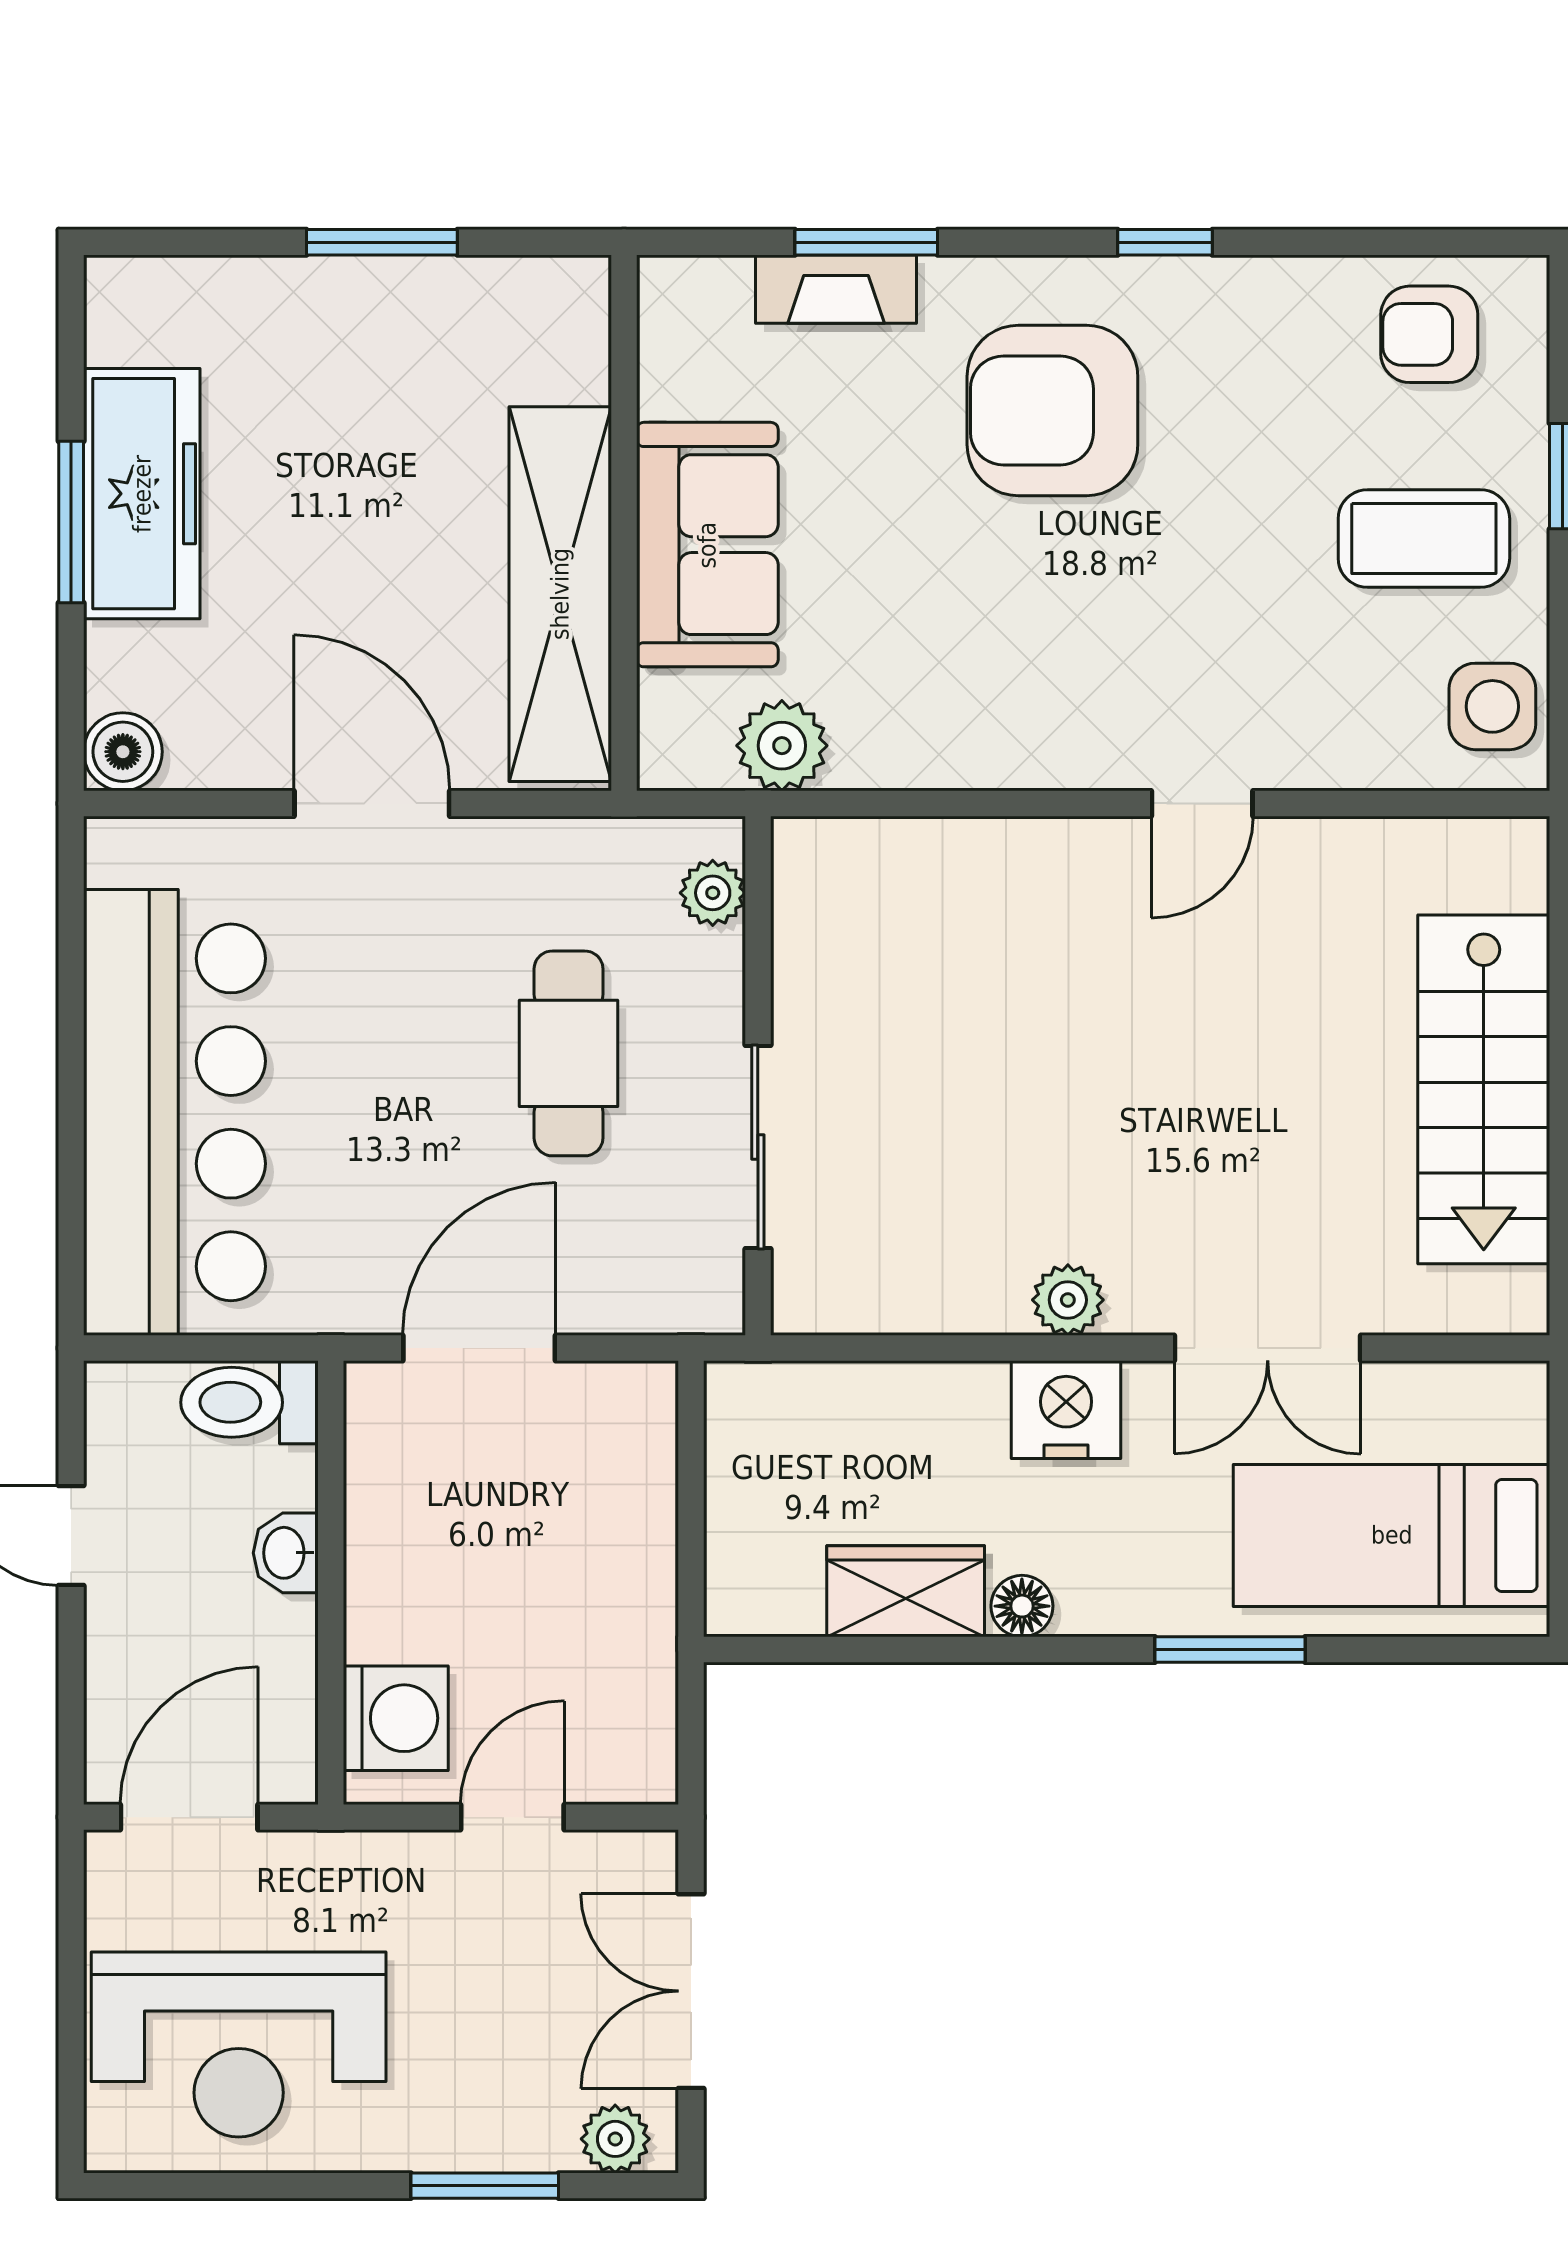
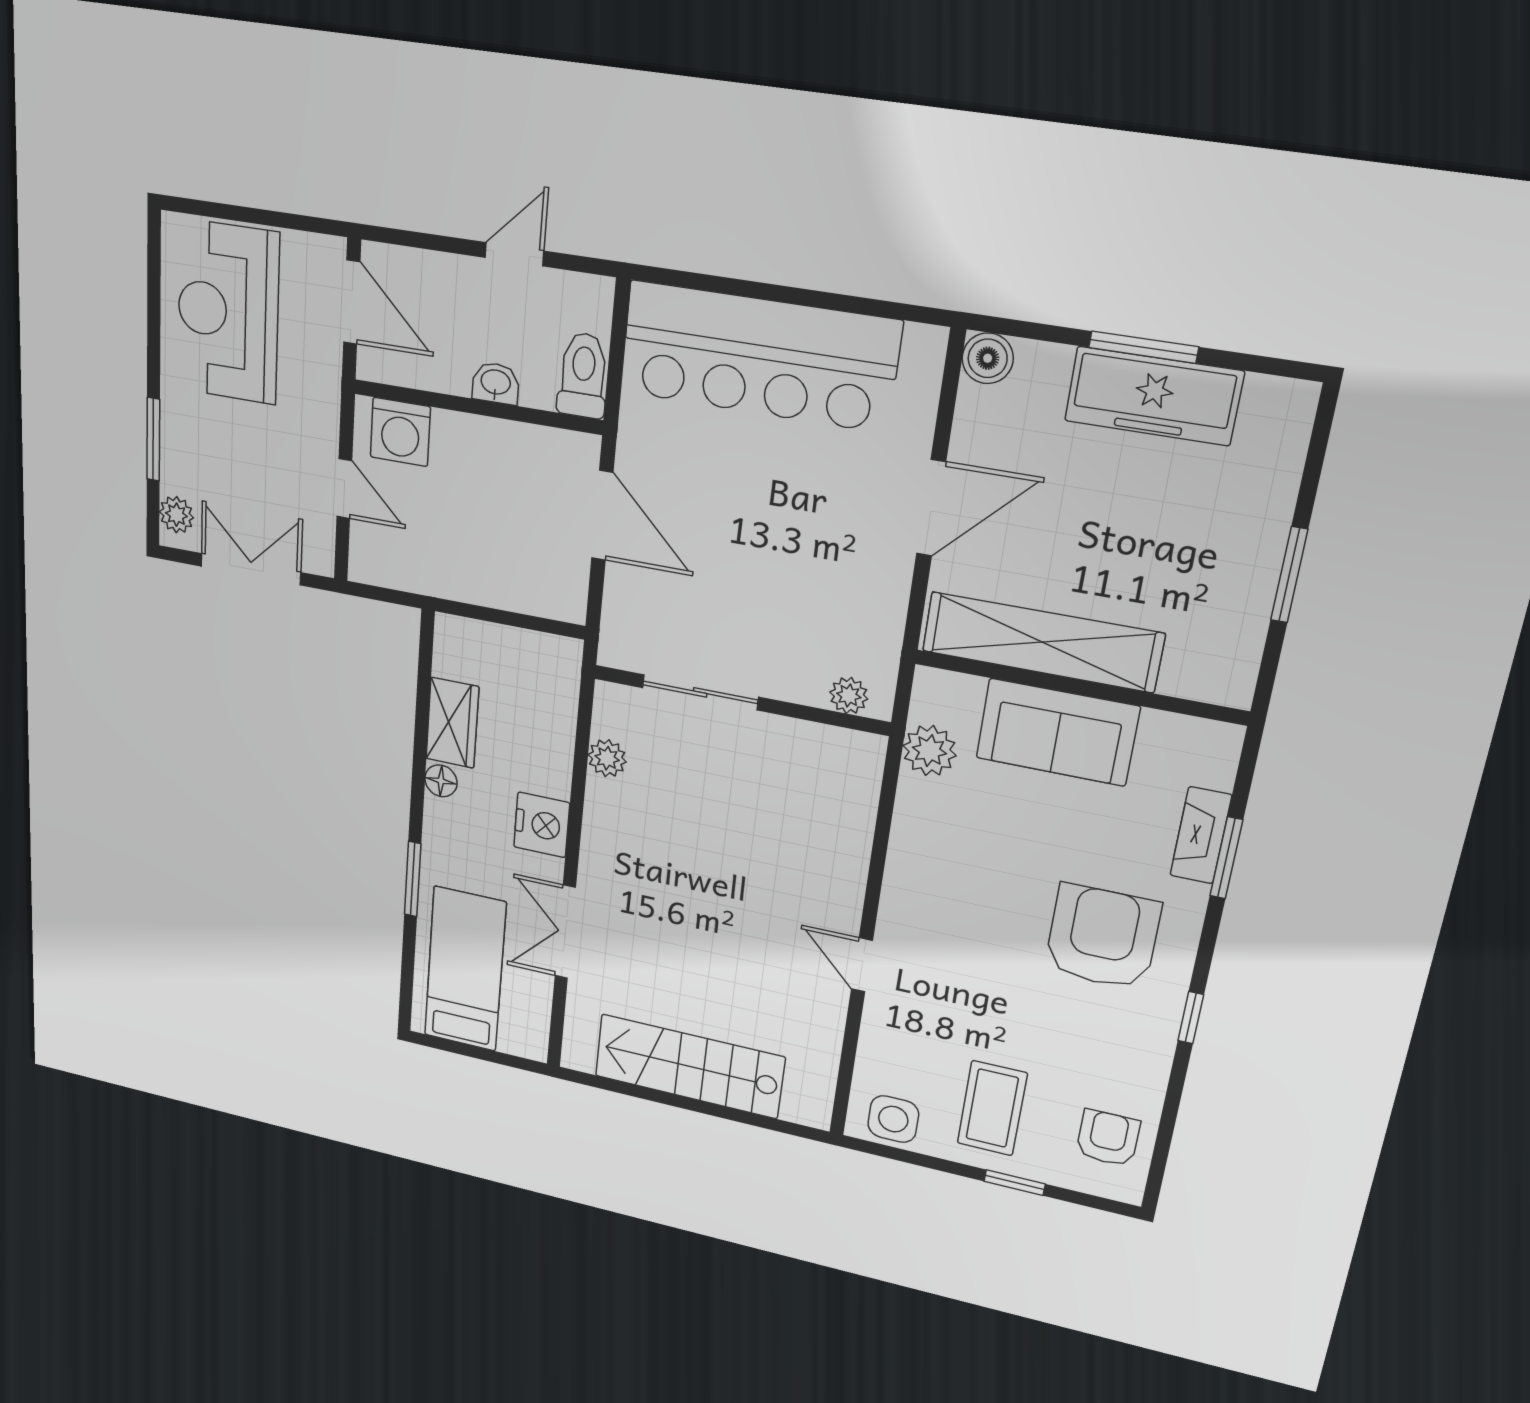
cafe table: (569, 1053) -> (766, 597), removed
plant: (1068, 1300) -> (607, 758), moved

